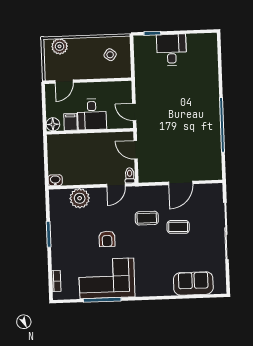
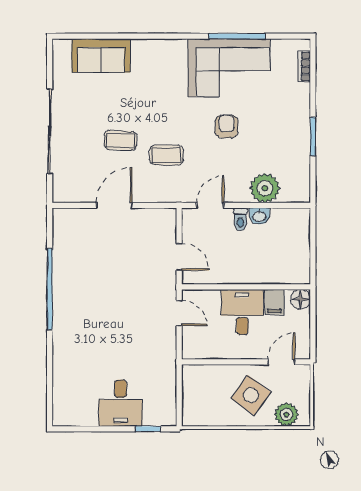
side table: (110, 55) -> (251, 395), moved, width x1.87, depth x1.87
toilet: (130, 175) -> (240, 219), moved
washbasin: (55, 180) -> (259, 216), moved

